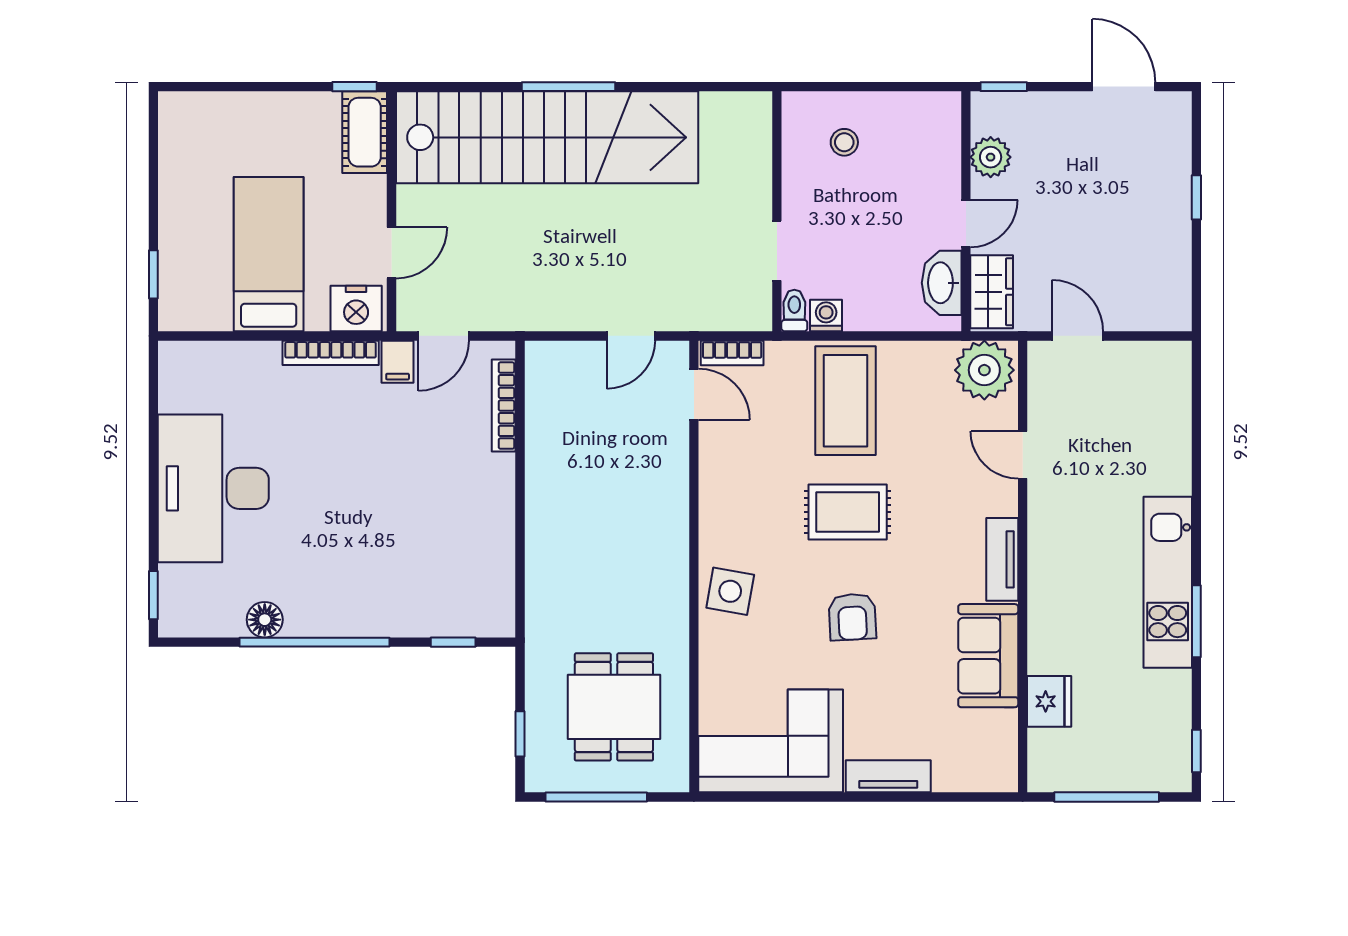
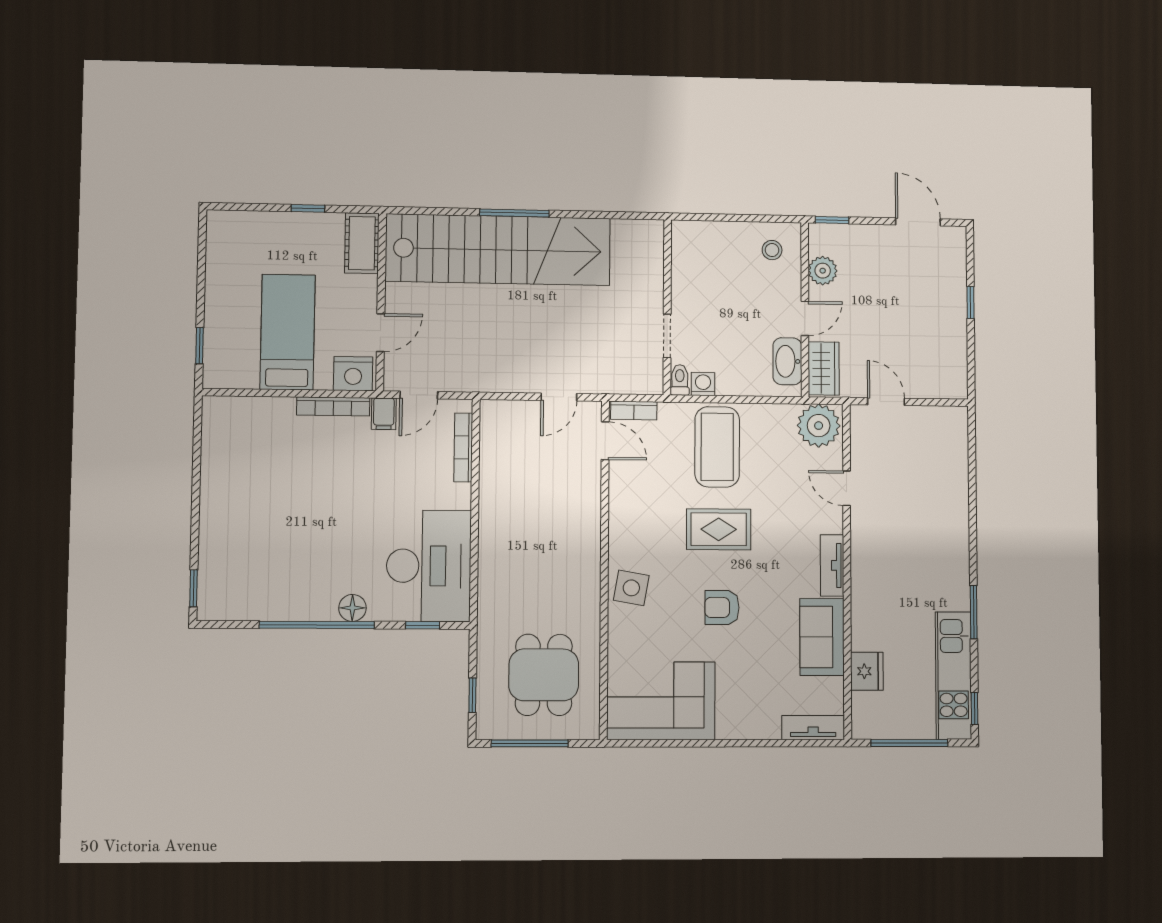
window: (355, 87) -> (308, 208), moved
stool: (844, 142) -> (772, 250), moved
desk: (213, 488) -> (429, 566), moved, turned 180
kitchen unit: (1168, 582) -> (953, 675), moved
armchair: (852, 617) -> (722, 607), turned 93
floor lamp: (265, 620) -> (352, 608), moved
tv unit: (888, 776) -> (813, 727), moved

